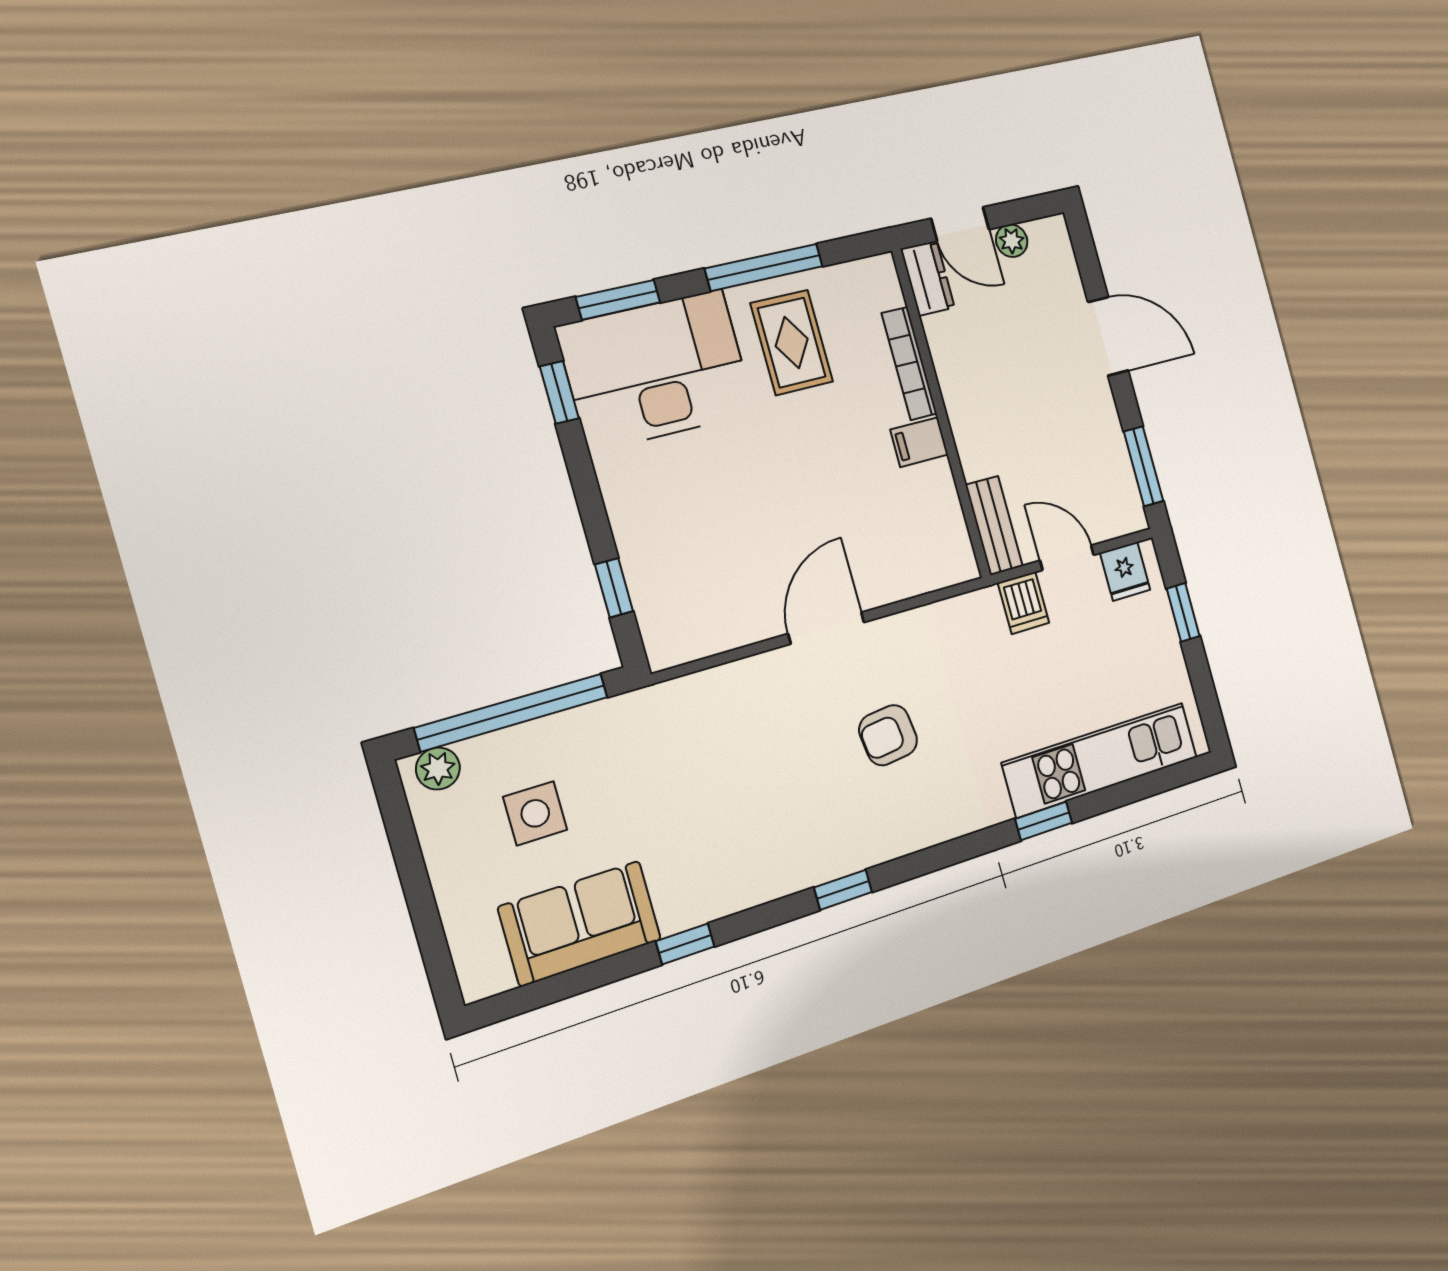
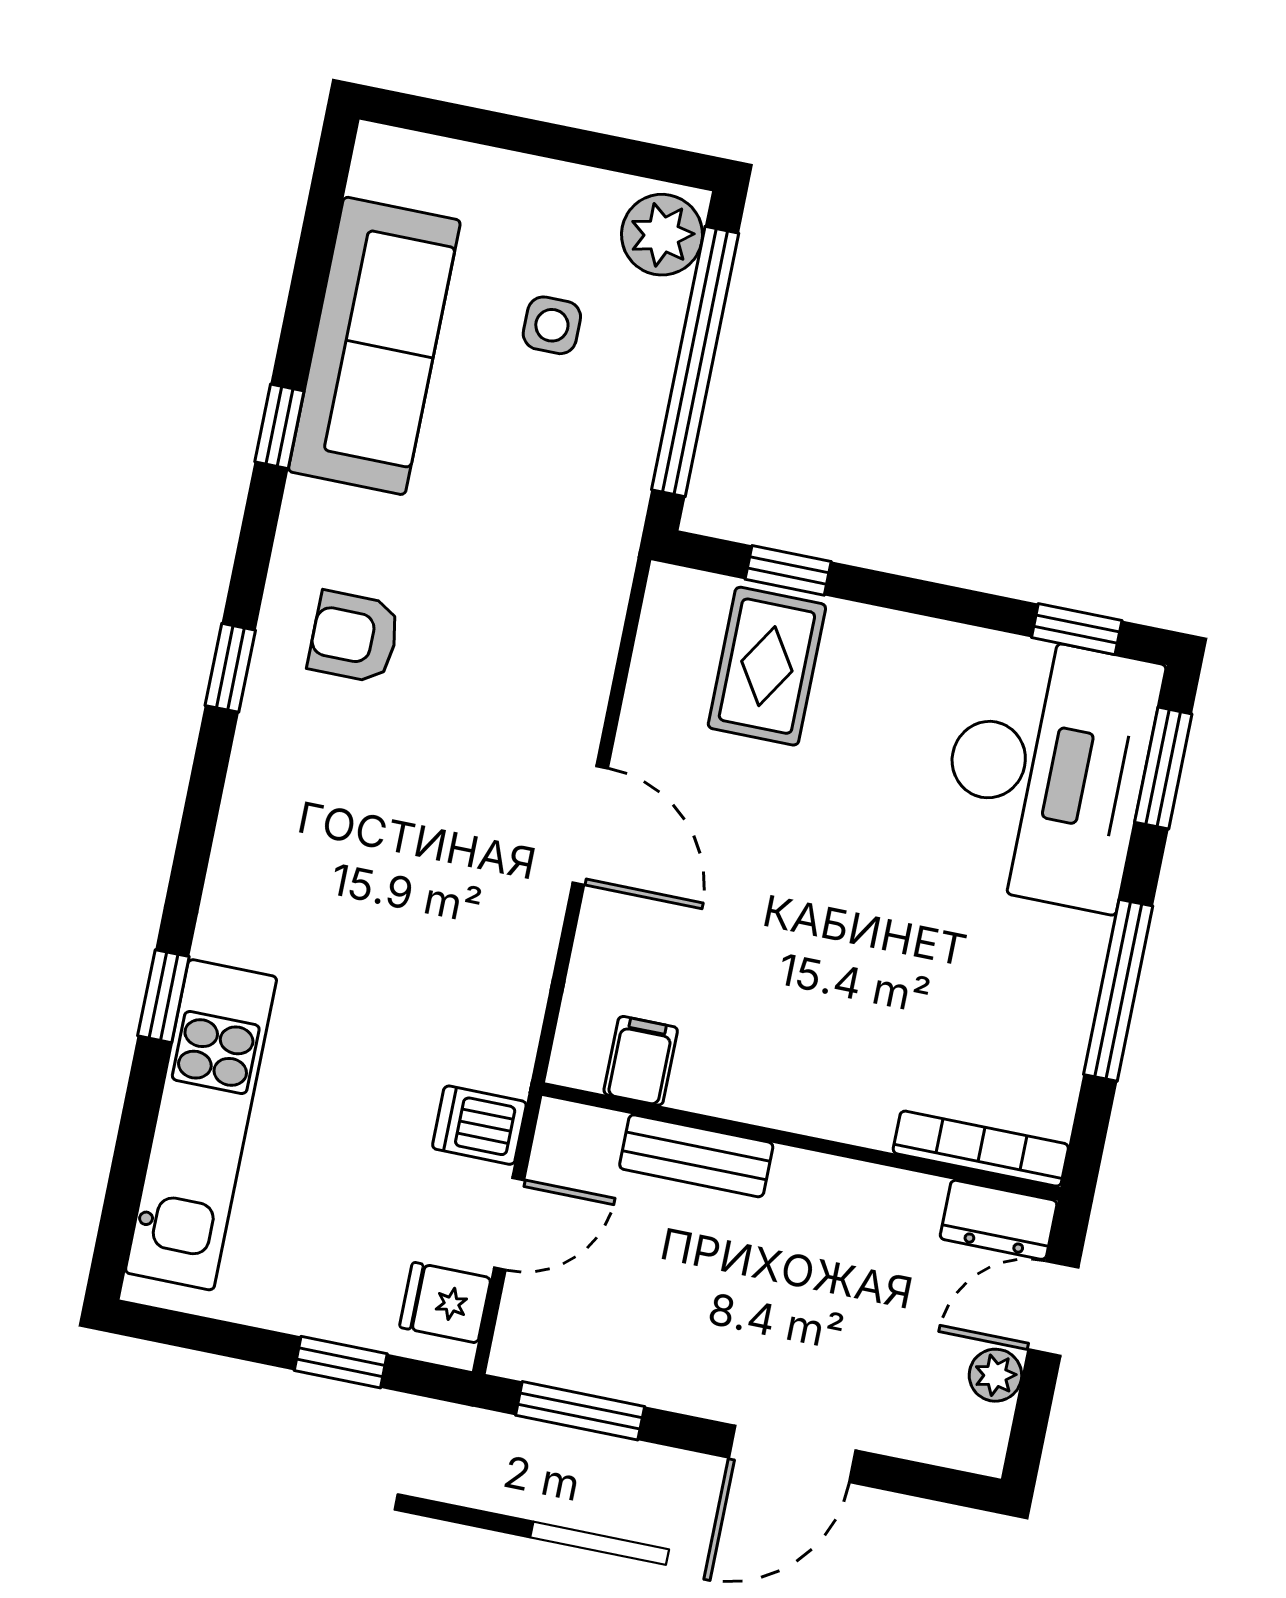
rug: (792, 343) -> (767, 666), moved, turned 90
bookcase: (909, 364) -> (981, 1149), moved
filing cabinet: (919, 442) -> (641, 1061), moved
bench: (994, 526) -> (696, 1156), moved
armchair: (888, 735) -> (354, 637), moved, turned -83
plant: (438, 769) -> (662, 235), width x1.38, depth x1.38
side table: (535, 813) -> (552, 325), width x0.73, depth x0.73
sofa: (580, 923) -> (374, 346), width x1.36

